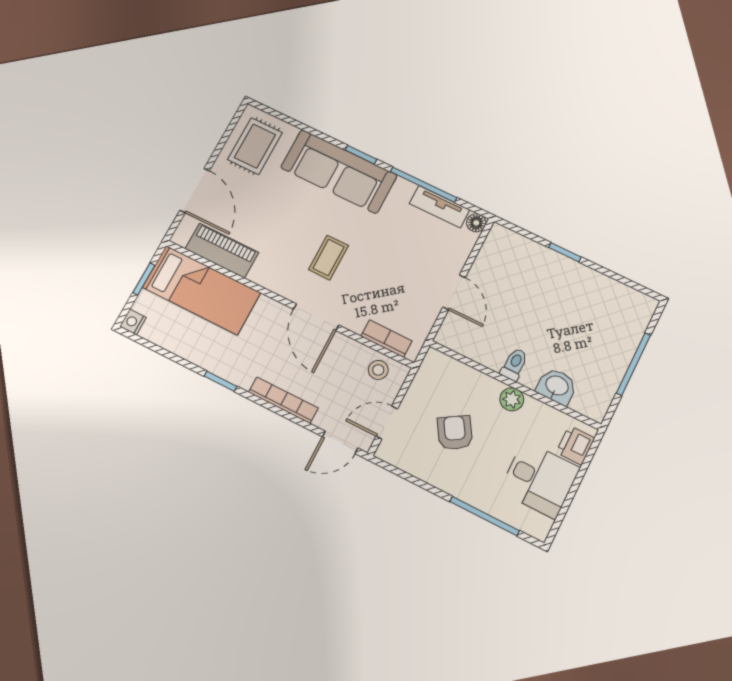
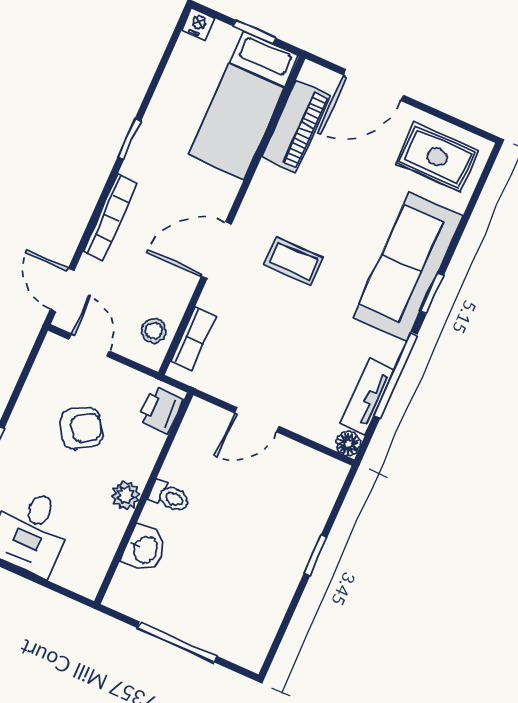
printer: (575, 445) -> (161, 410), moved, turned -90

